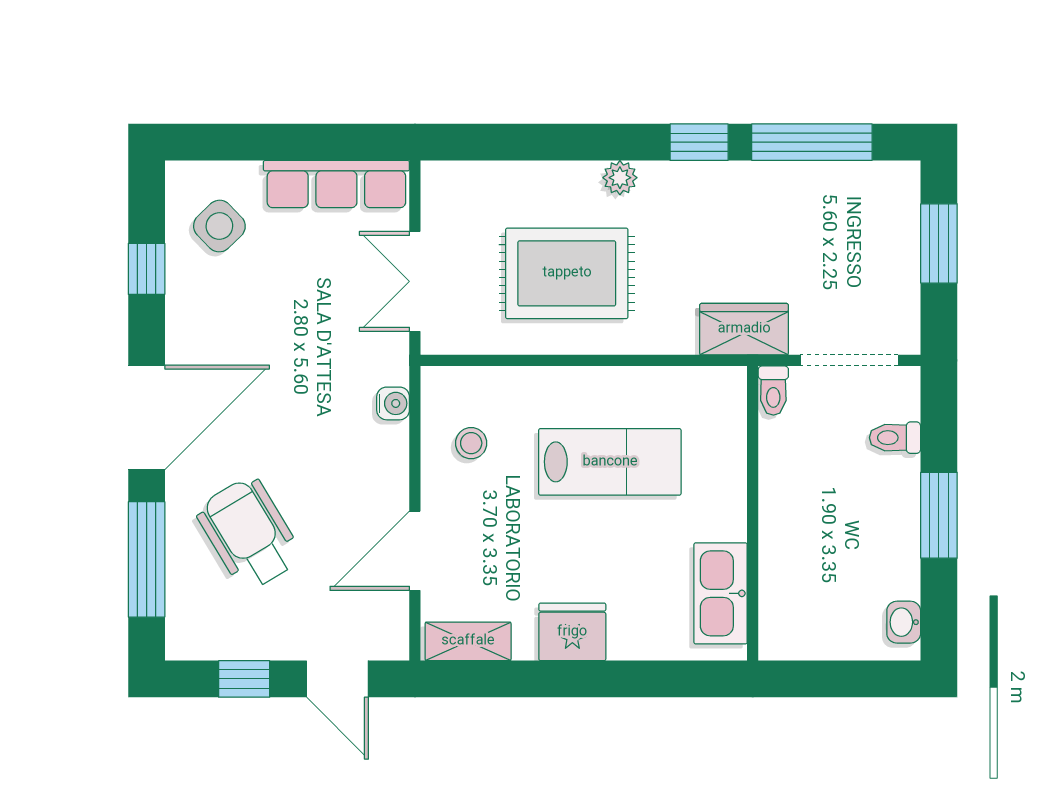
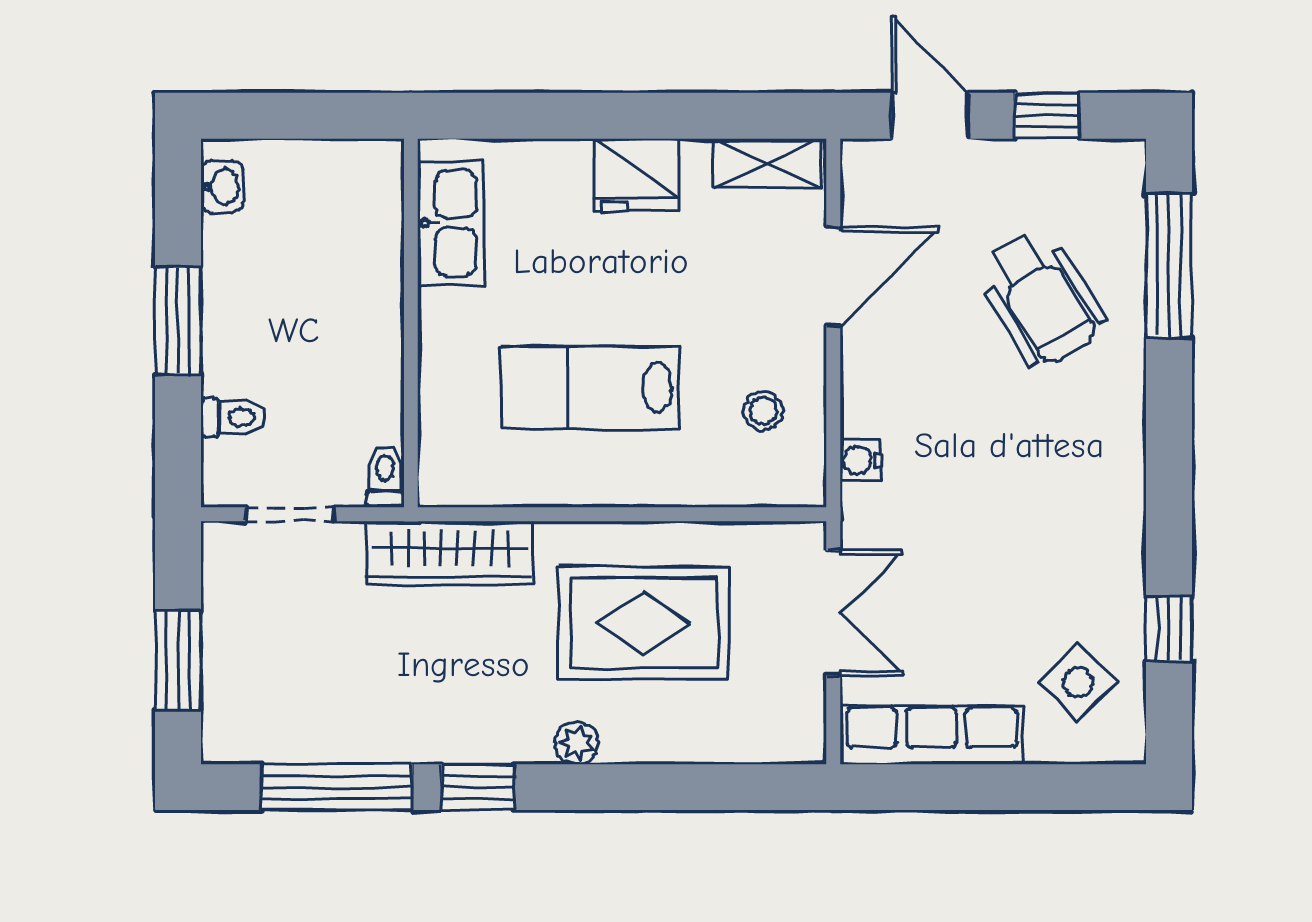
wardrobe: (744, 329) -> (449, 553), width x1.50
doorway: (849, 360) -> (290, 514), width x0.73
door: (147, 417) -> (1169, 443), removed

